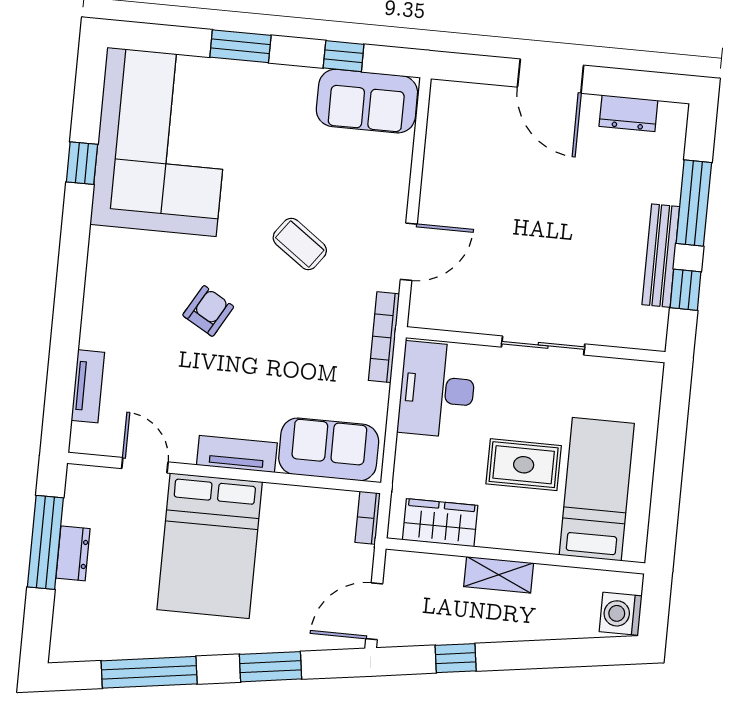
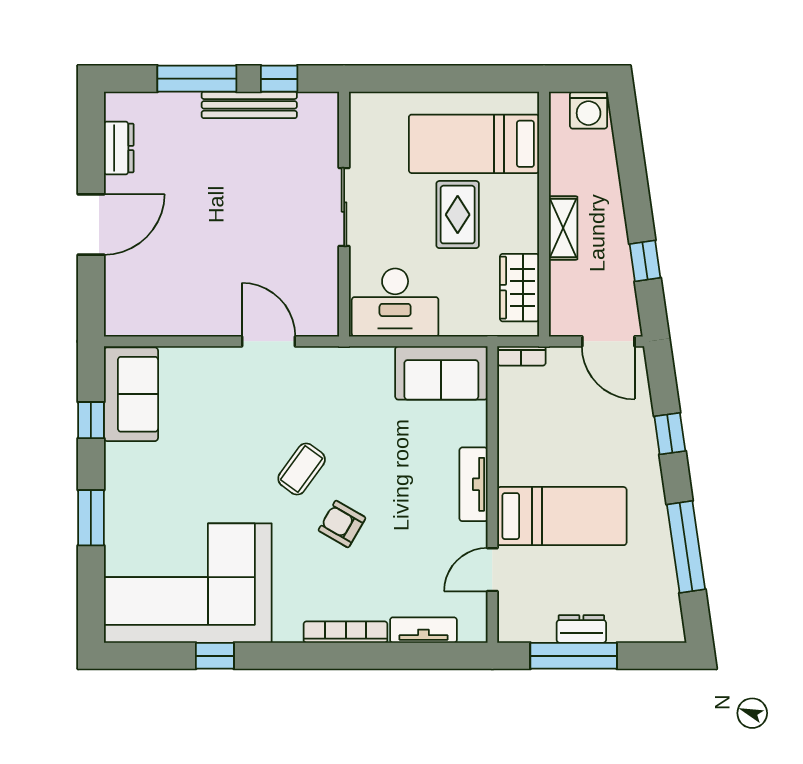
coffee table: (300, 244) -> (302, 469), moved
bookcase: (384, 337) -> (346, 632), moved, turned 180
sofa: (329, 449) -> (441, 373), moved, turned -90
bed: (210, 546) -> (562, 516), width x0.67
window: (270, 667) -> (670, 434), width x0.67

